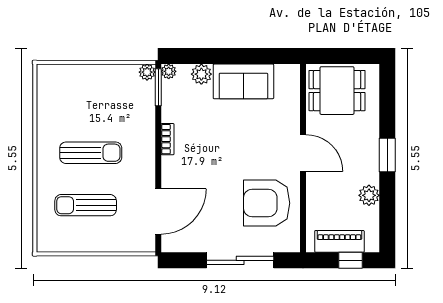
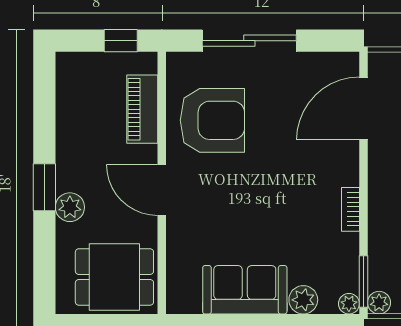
plant: (369, 195) -> (70, 207), moved
piano: (339, 241) -> (142, 109), moved, turned 90
window: (351, 260) -> (121, 41), moved

